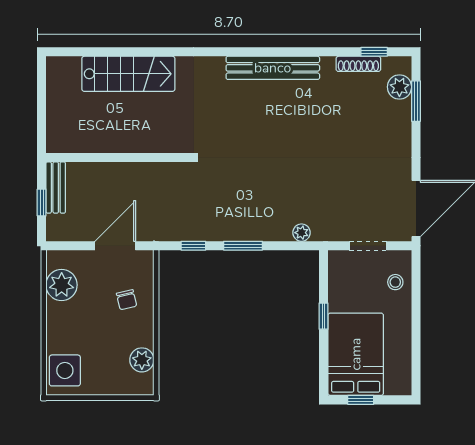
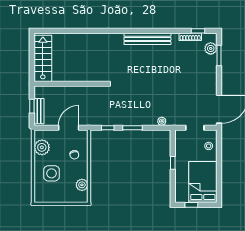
stairs: (128, 74) -> (43, 58), moved, turned -90
bench: (56, 188) -> (39, 111), moved
bed: (356, 354) -> (203, 182), moved
side table: (65, 370) -> (51, 173), moved

